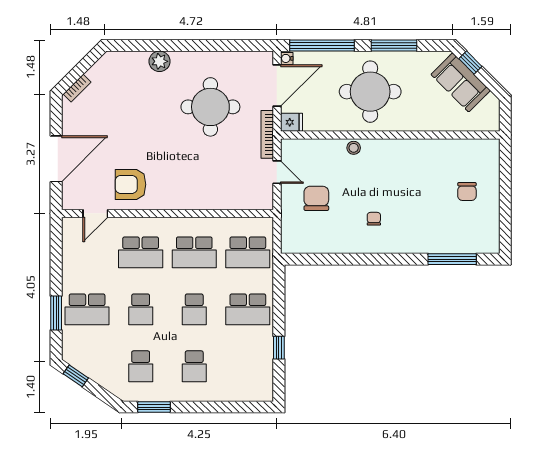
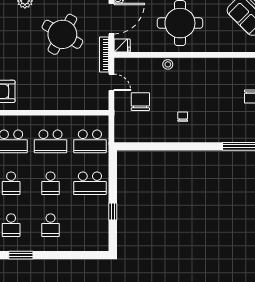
round table: (210, 107) -> (62, 34), turned 30

